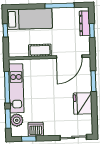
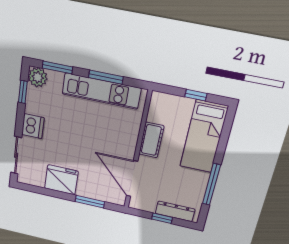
window: (7, 87) -> (106, 77), width x0.69
plant: (17, 120) -> (38, 77), moved
dishwasher: (36, 129) -> (33, 126), moved

